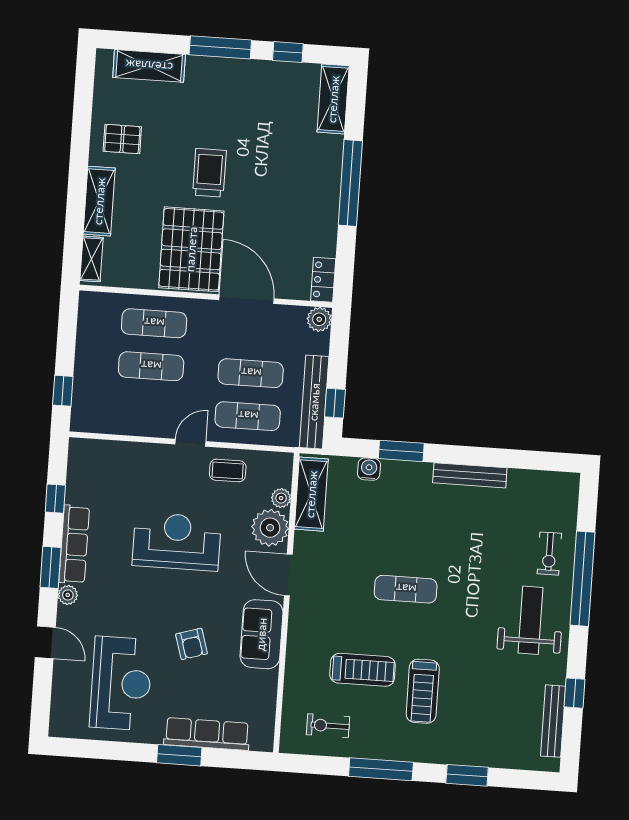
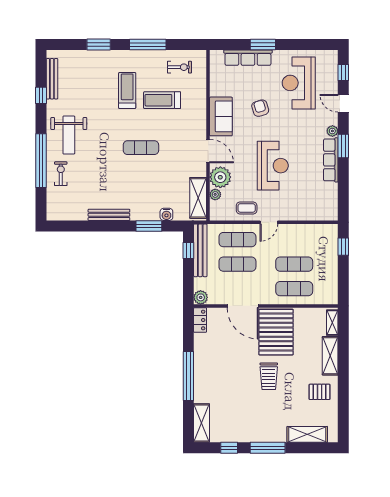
window: (55, 499) -> (343, 72), moved
reception desk: (177, 542) -> (273, 166), turned -90

